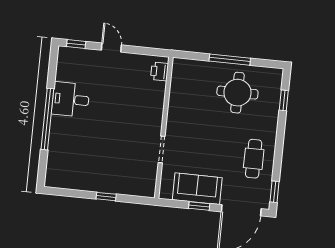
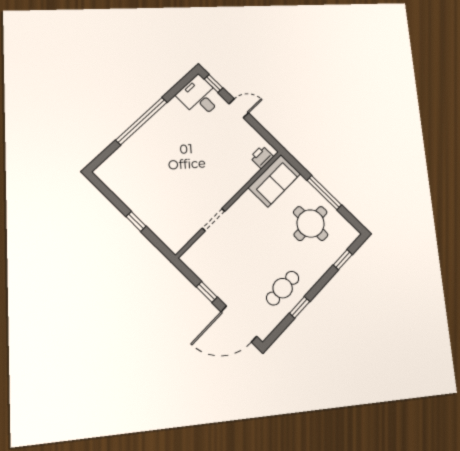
door: (111, 48) -> (239, 108), hinge flipped
desk: (71, 99) -> (199, 97), moved
sofa: (197, 189) -> (274, 181), moved, turned 90
window: (275, 192) -> (300, 307), moved

